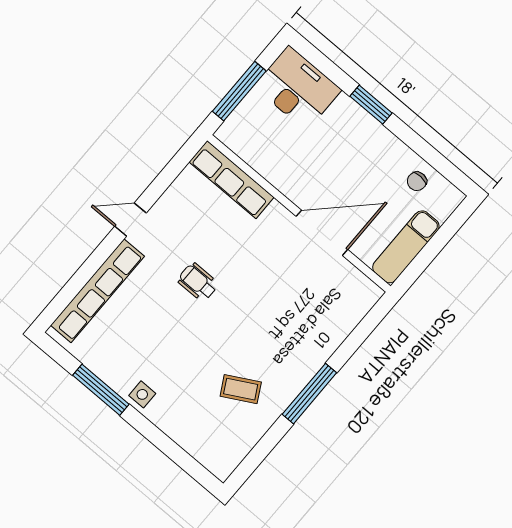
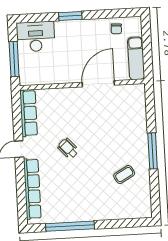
row of seats: (231, 180) -> (29, 113), moved, turned -90
wheelchair: (198, 282) -> (68, 149), turned 48
window: (101, 390) -> (70, 226), width x1.46
side table: (142, 394) -> (88, 213), removed

